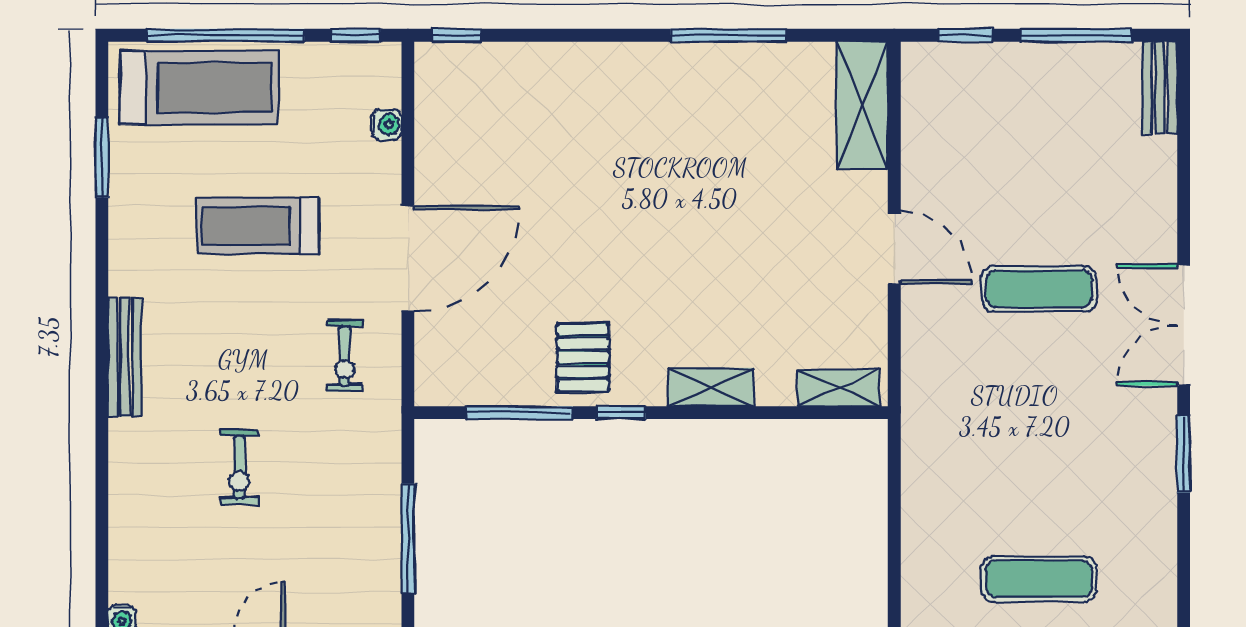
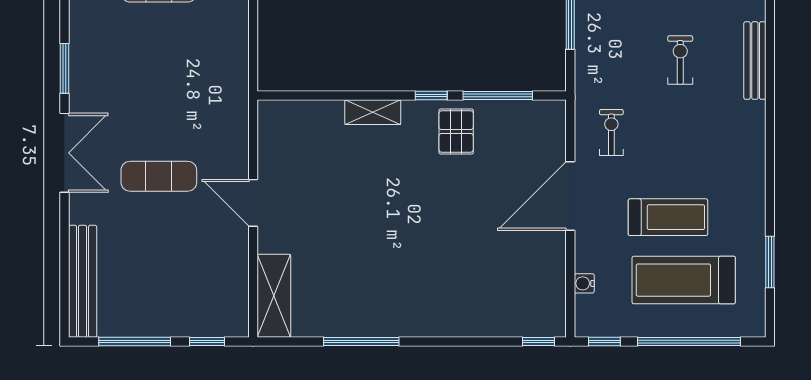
treadmill: (199, 88) -> (684, 280), moved
bench: (1160, 88) -> (83, 281), width x1.86, depth x1.21
bench: (125, 357) -> (755, 61), moved
shelving: (838, 388) -> (289, 112), removed

